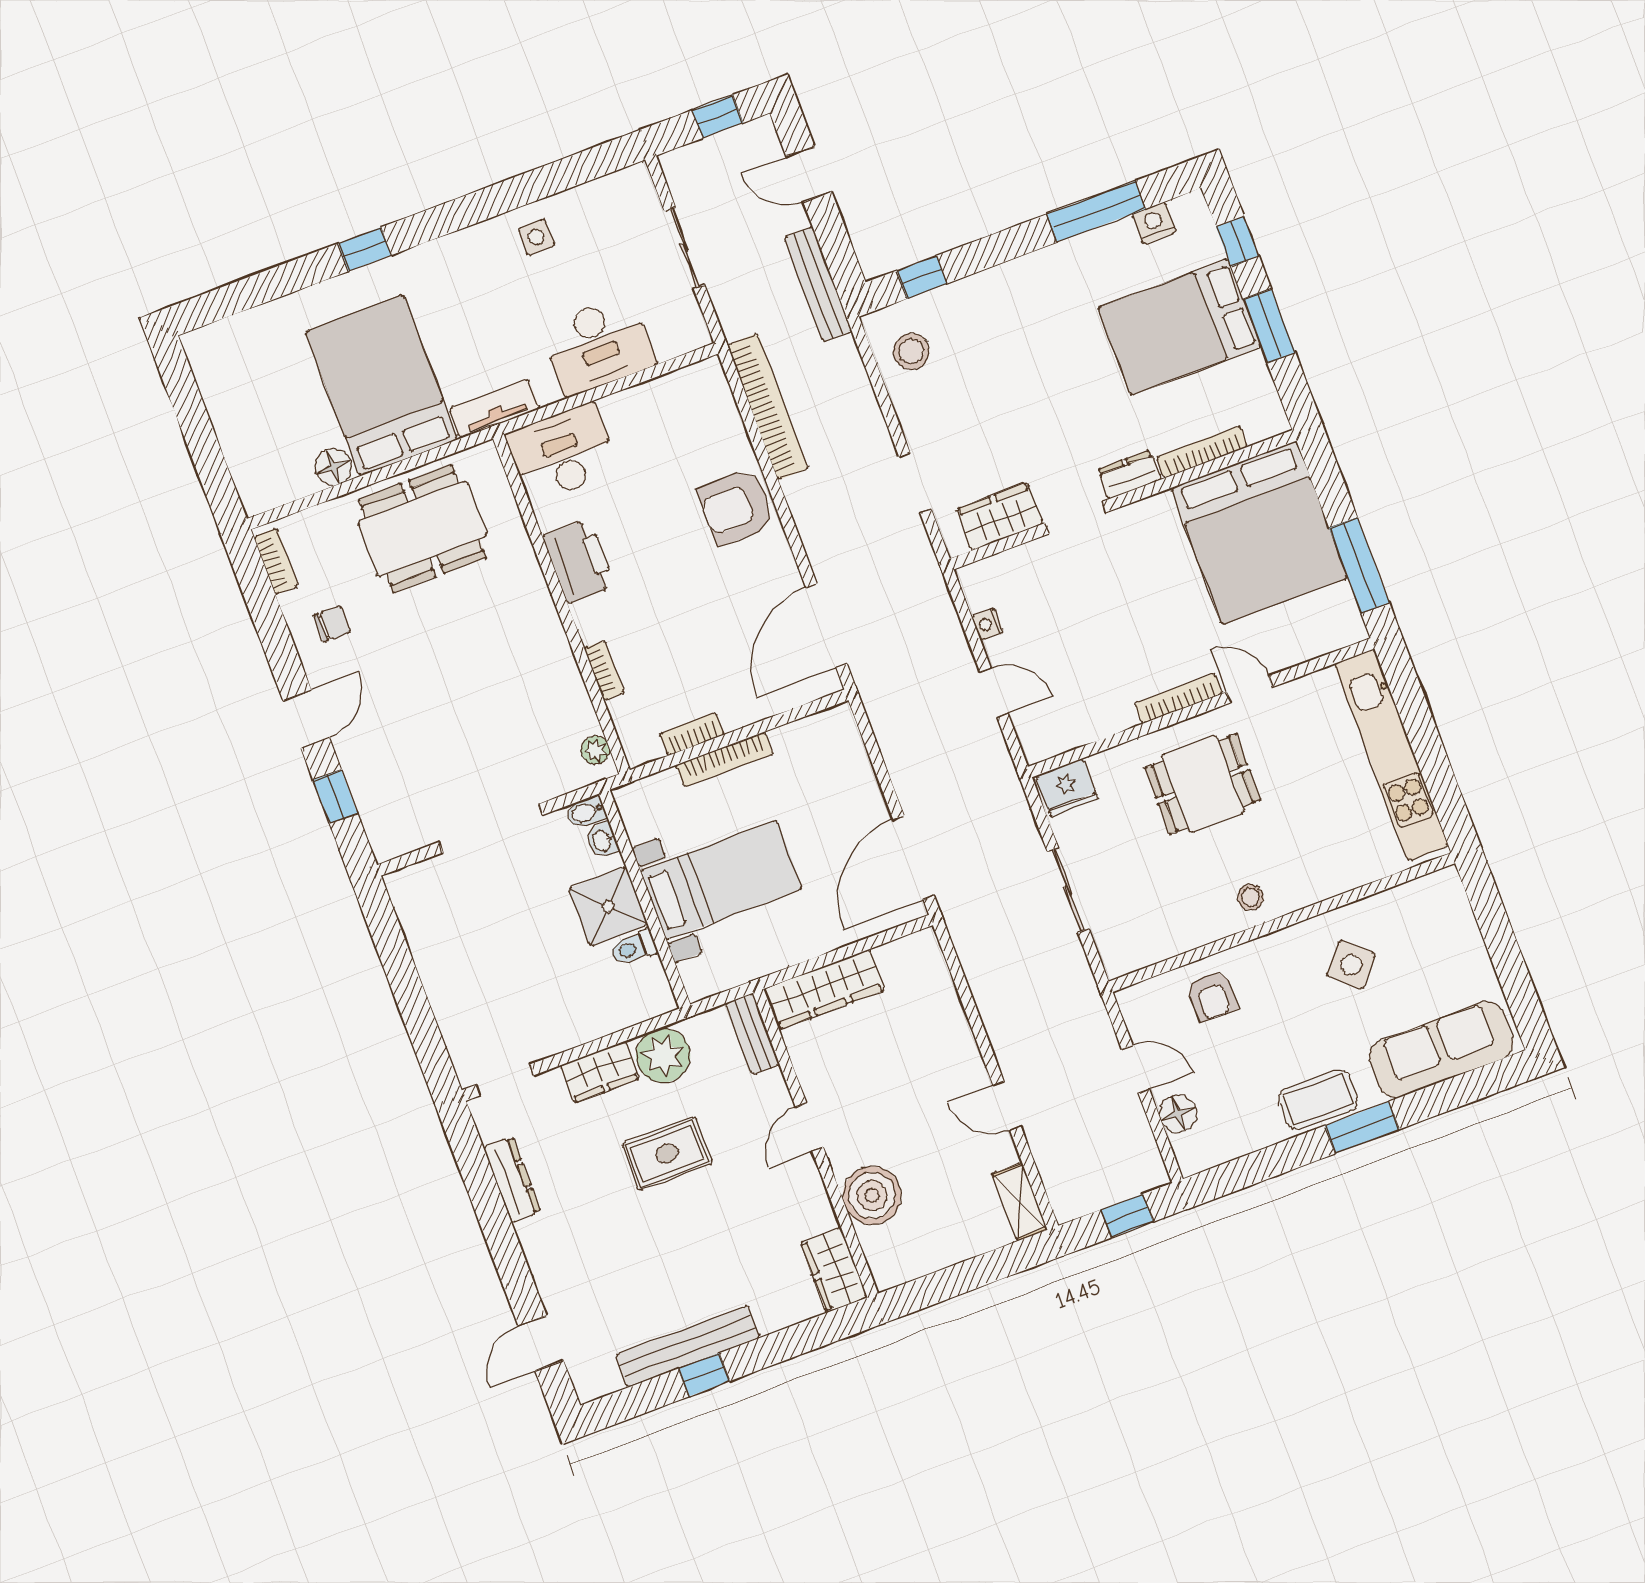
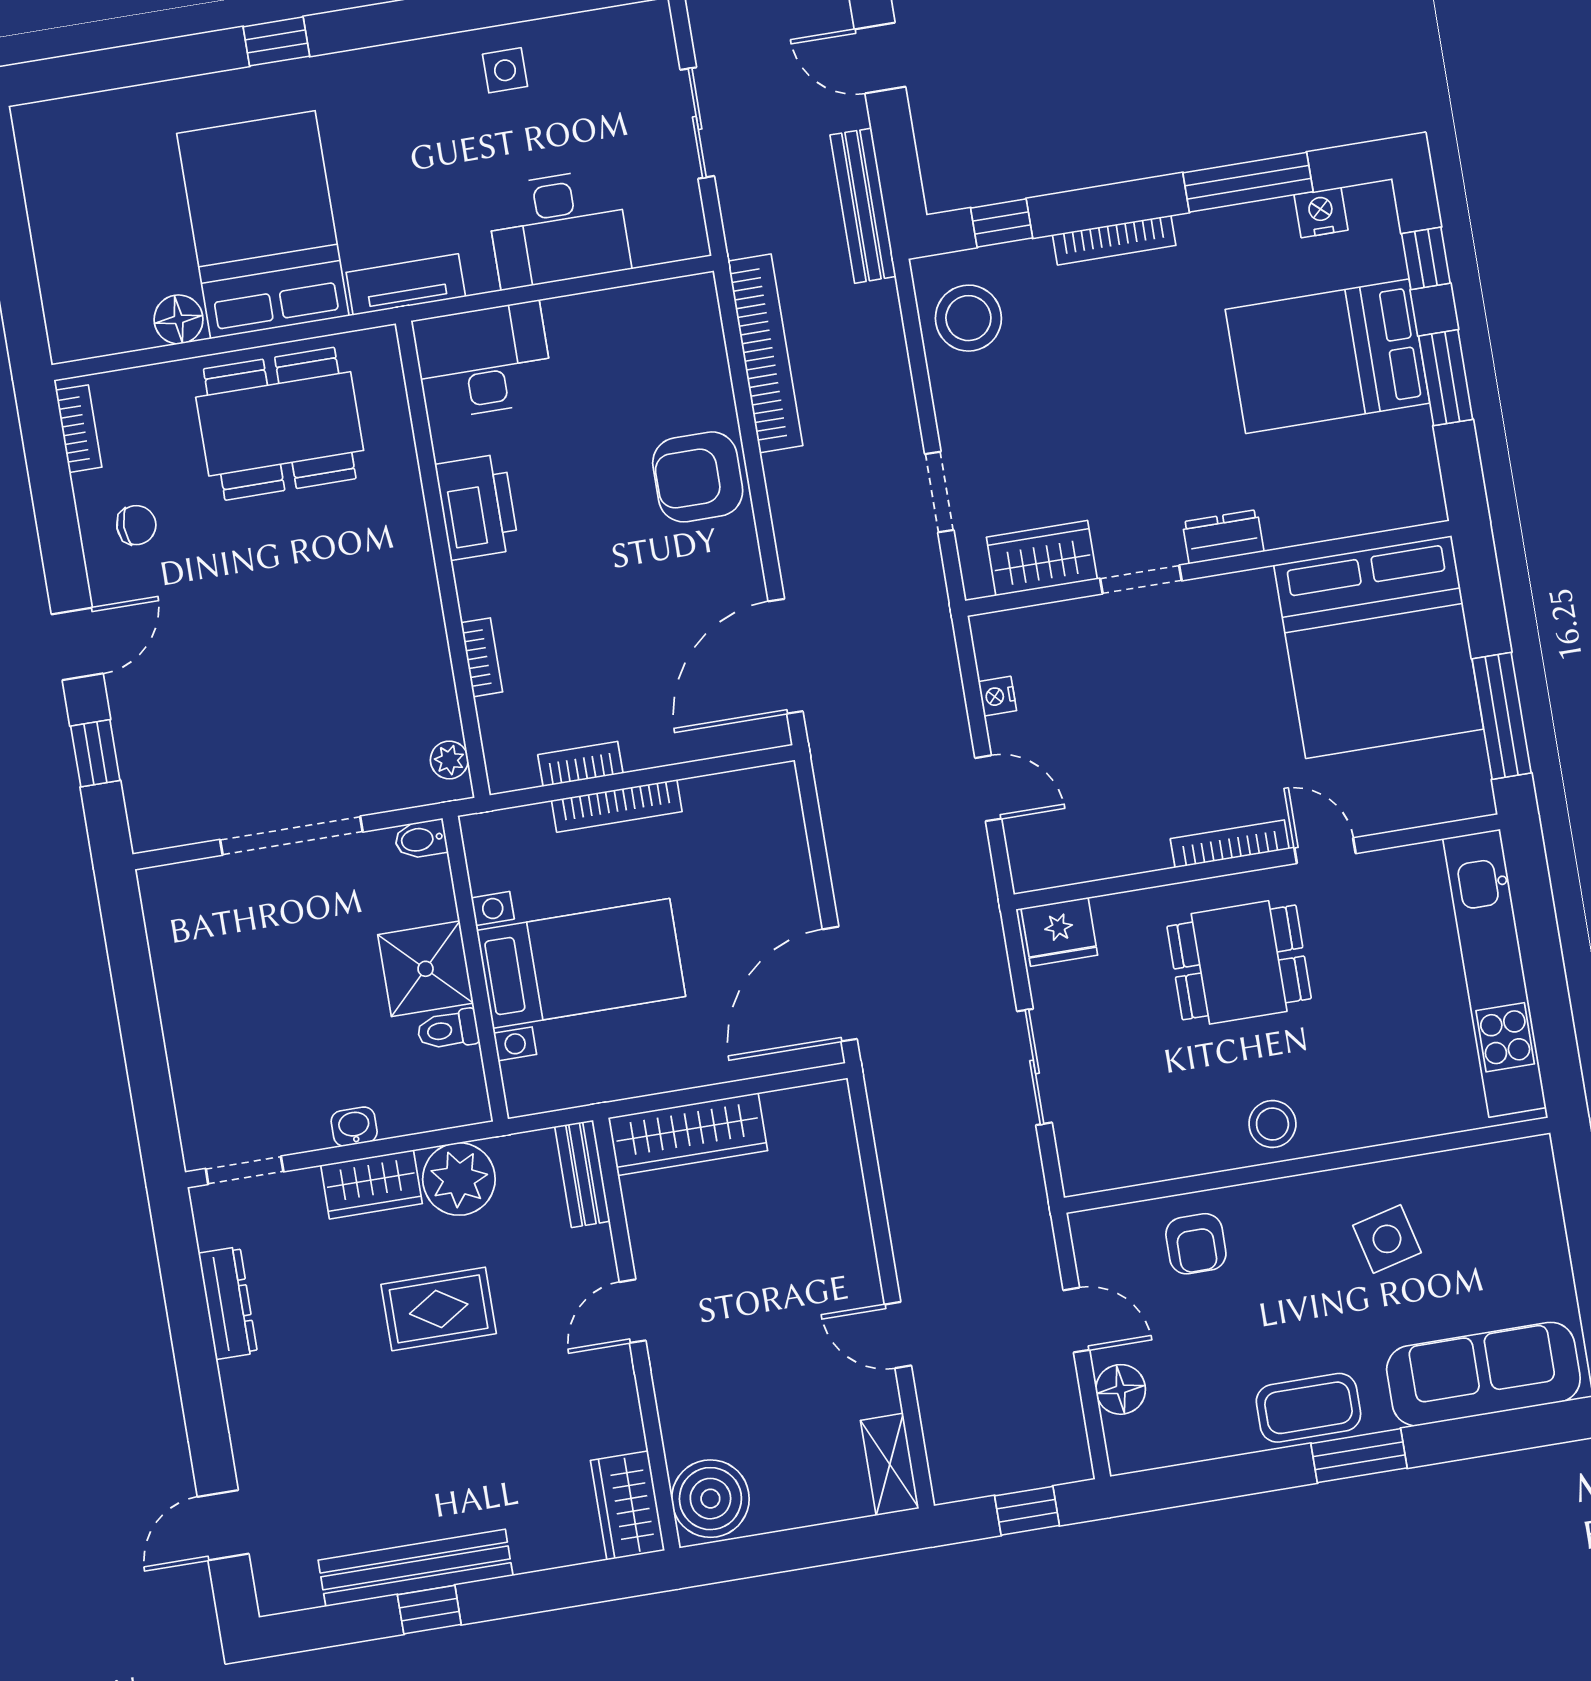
stool: (911, 351) -> (968, 318), width x1.38, depth x1.38
bookcase: (1202, 452) -> (1114, 240), moved, turned 180
washbasin: (603, 840) -> (354, 1127), moved, turned 90
stool: (1251, 897) -> (1272, 1124), width x1.37, depth x1.37
side table: (1351, 965) -> (1387, 1239), turned 35
boiler: (872, 1195) -> (710, 1499), moved

